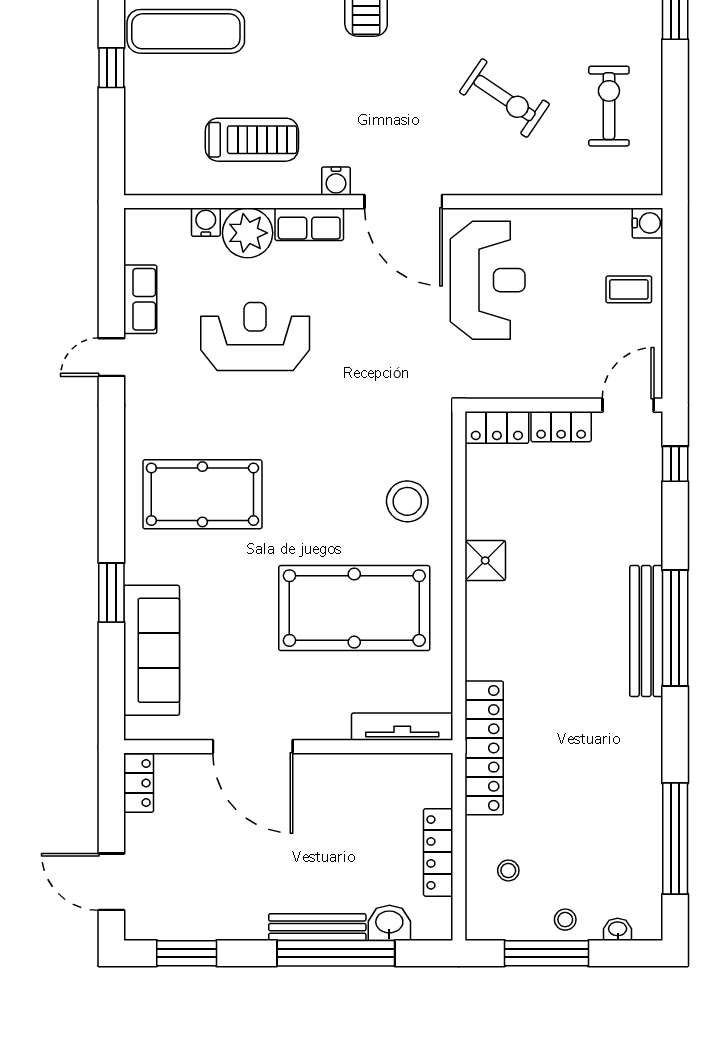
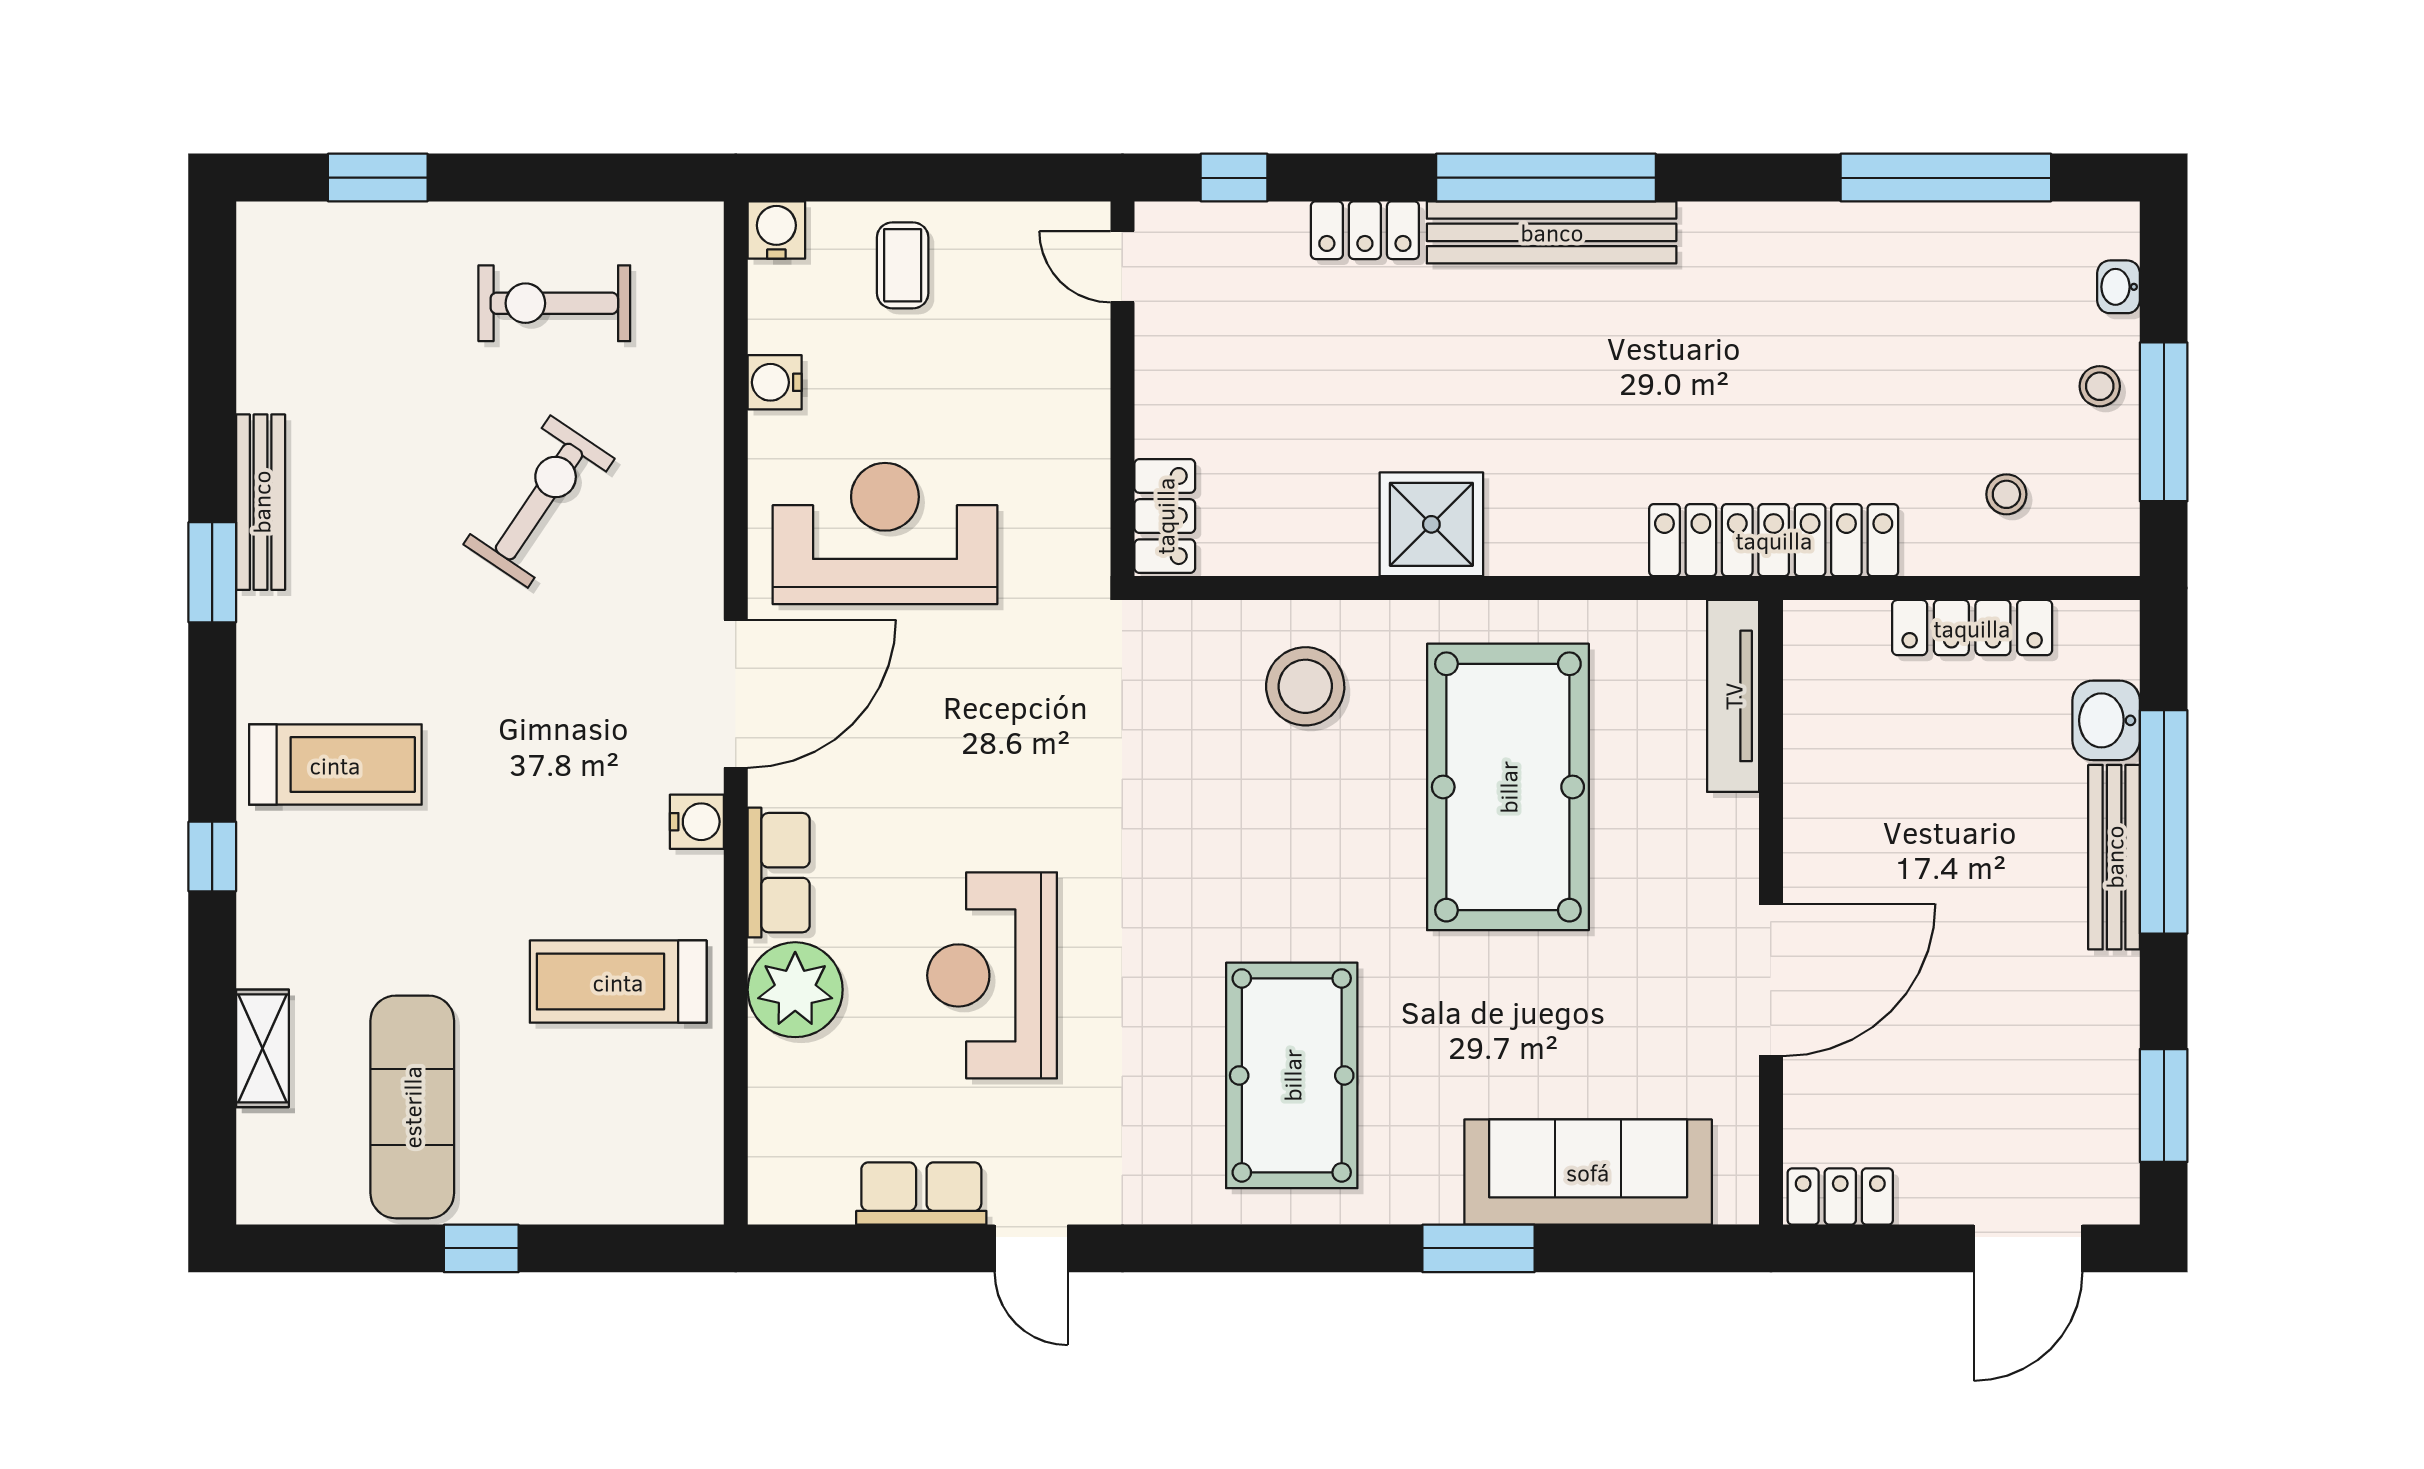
treadmill: (252, 140) -> (618, 982), turned -90
water cooler: (206, 222) -> (775, 382), moved
door: (628, 405) -> (1122, 267), width x0.73
locker: (561, 427) -> (1365, 230), moved, turned 90
shower: (485, 561) -> (1431, 524), width x1.36, depth x1.36

